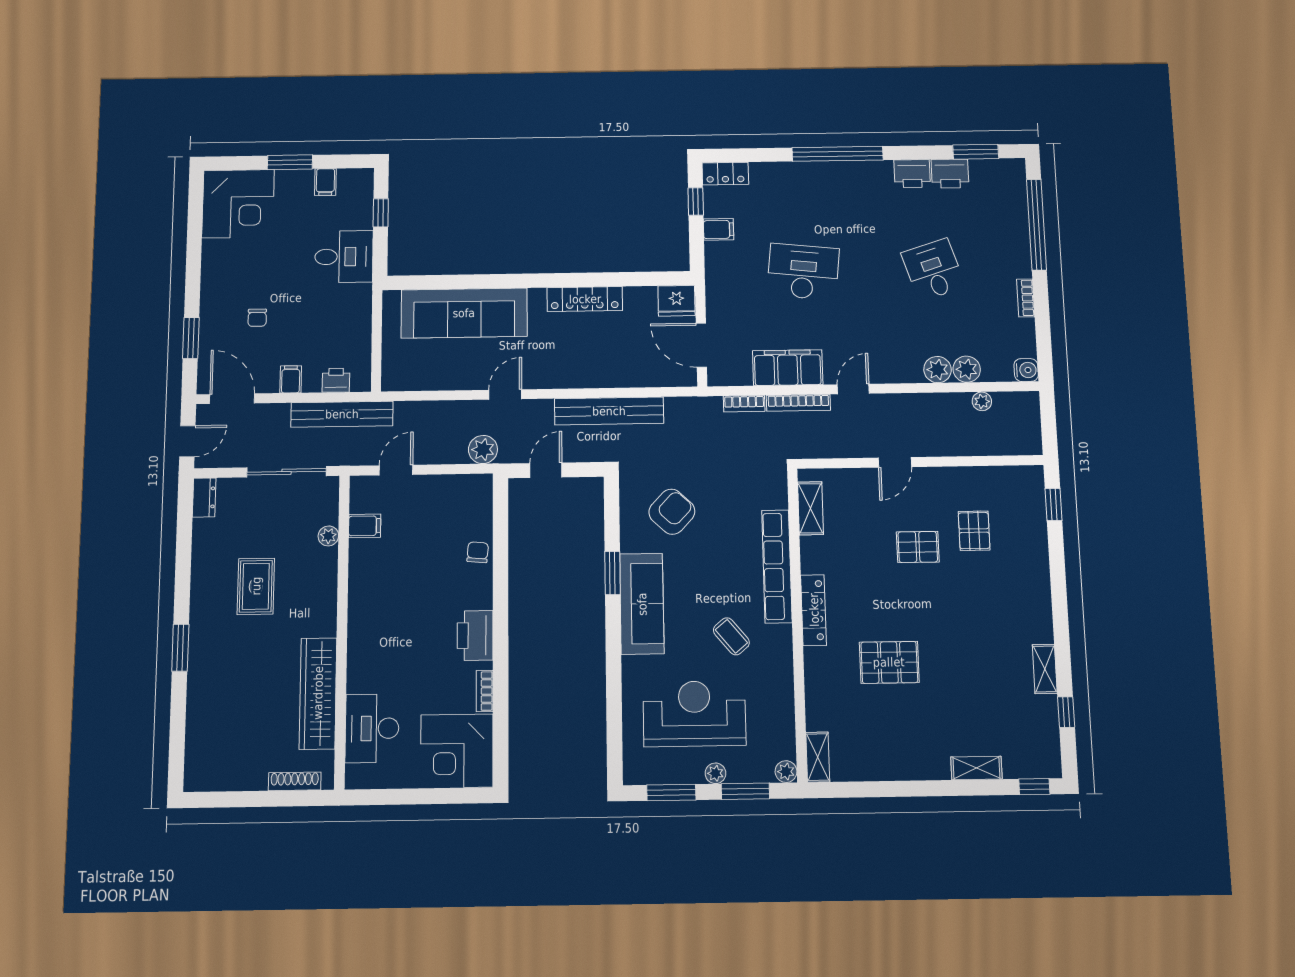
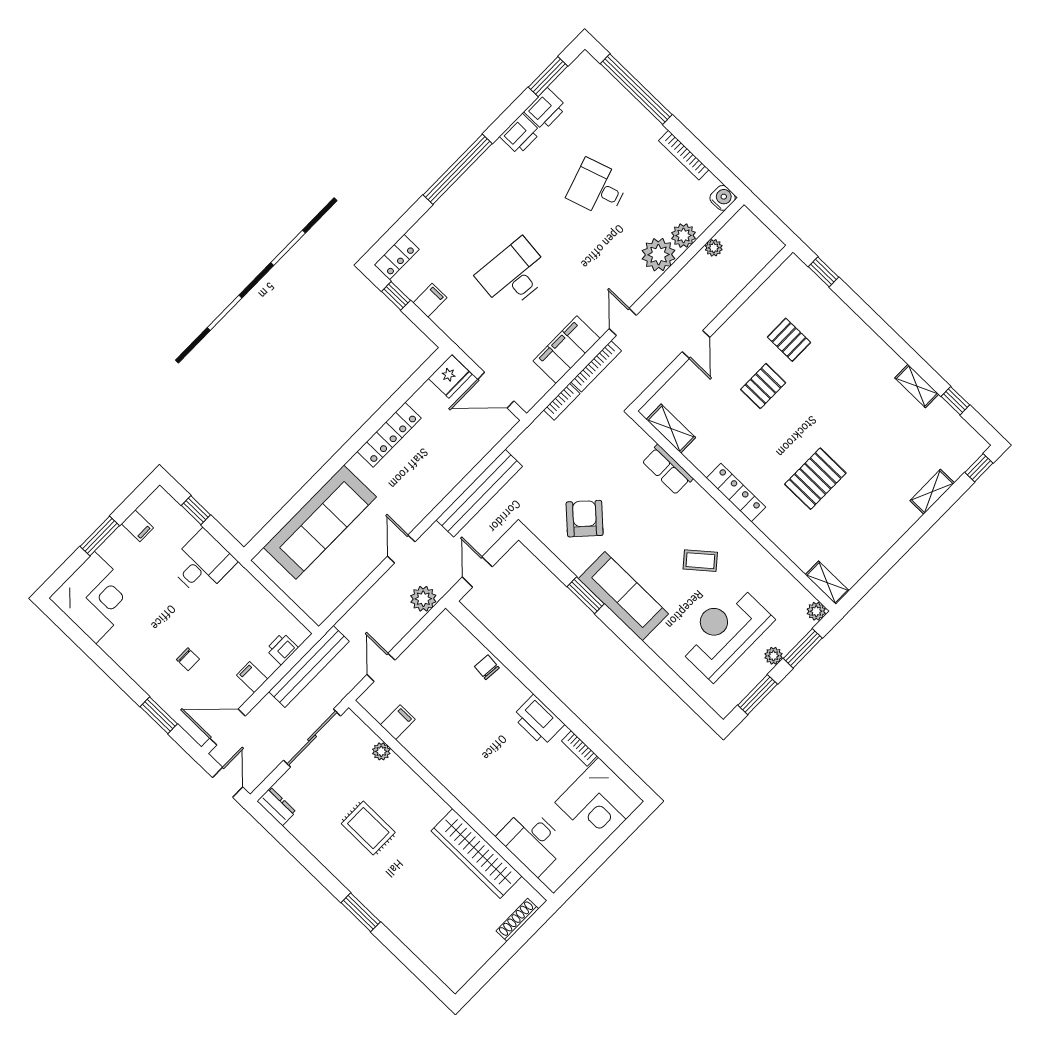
bookcase: (1026, 298) -> (684, 155), width x1.56
plant: (938, 370) -> (659, 255), width x1.36, depth x1.36
row of seats: (777, 566) -> (667, 470), width x0.50

